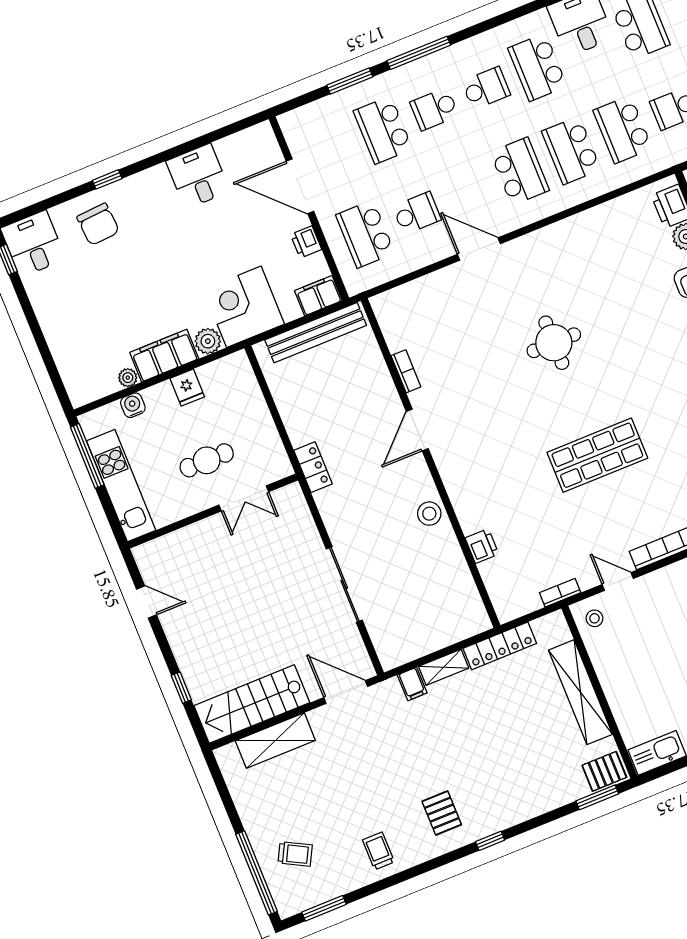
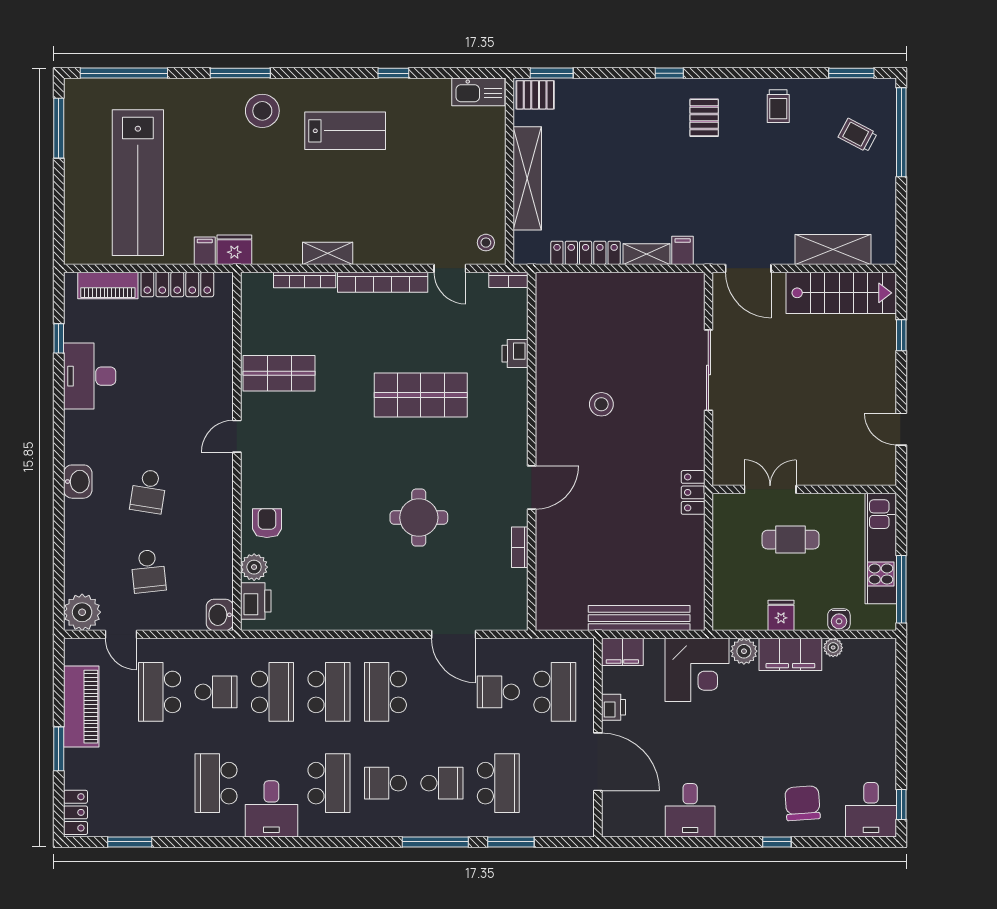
bookcase: (406, 371) -> (520, 547), moved
door: (417, 430) -> (532, 488), moved
wall: (431, 463) -> (532, 451), moved
printer: (482, 546) -> (515, 354), moved

